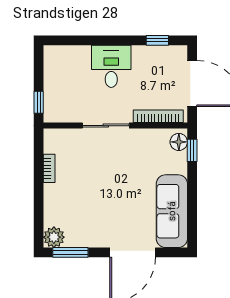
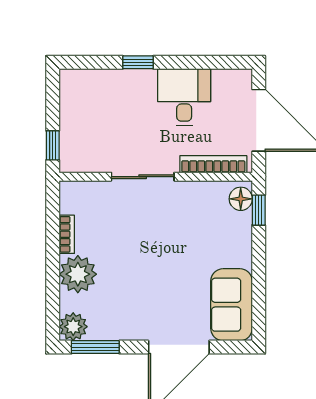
window: (157, 40) -> (138, 62), moved
desk: (111, 66) -> (184, 97), moved
plant: (57, 198) -> (78, 274), added
sofa: (172, 211) -> (232, 305), width x0.73

